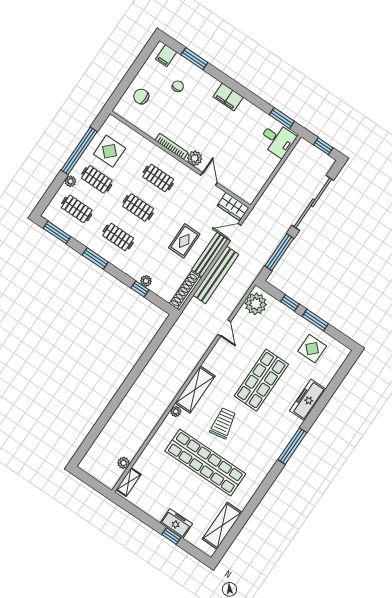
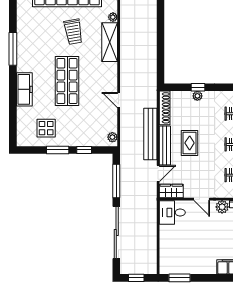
desk: (277, 140) -> (172, 212), moved
plant: (256, 304) -> (112, 137), width x0.53, depth x0.53

